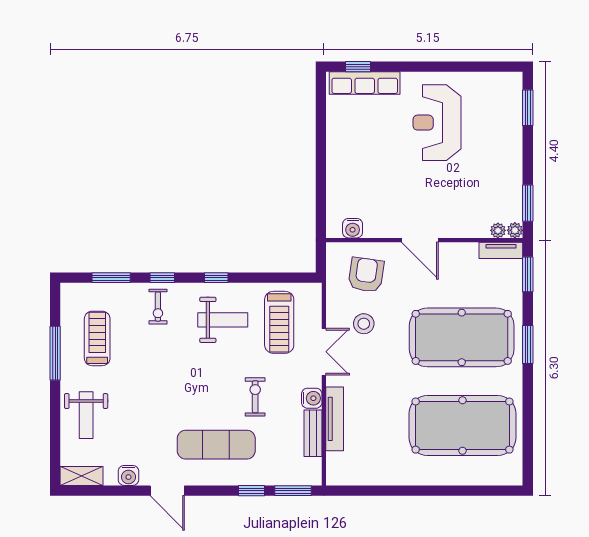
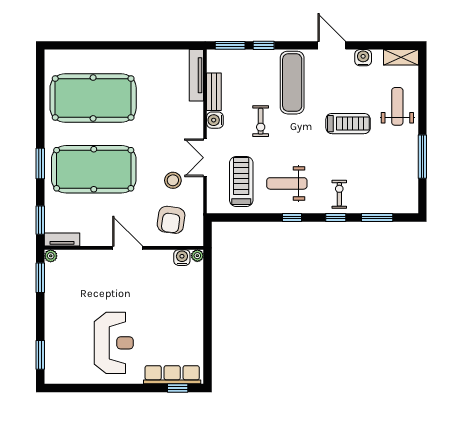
plant: (498, 230) -> (197, 256), moved
treadmill: (97, 338) -> (348, 124), moved, turned -90
tv unit: (335, 419) -> (196, 75), moved
exercise mat: (216, 445) -> (292, 83), turned 90

